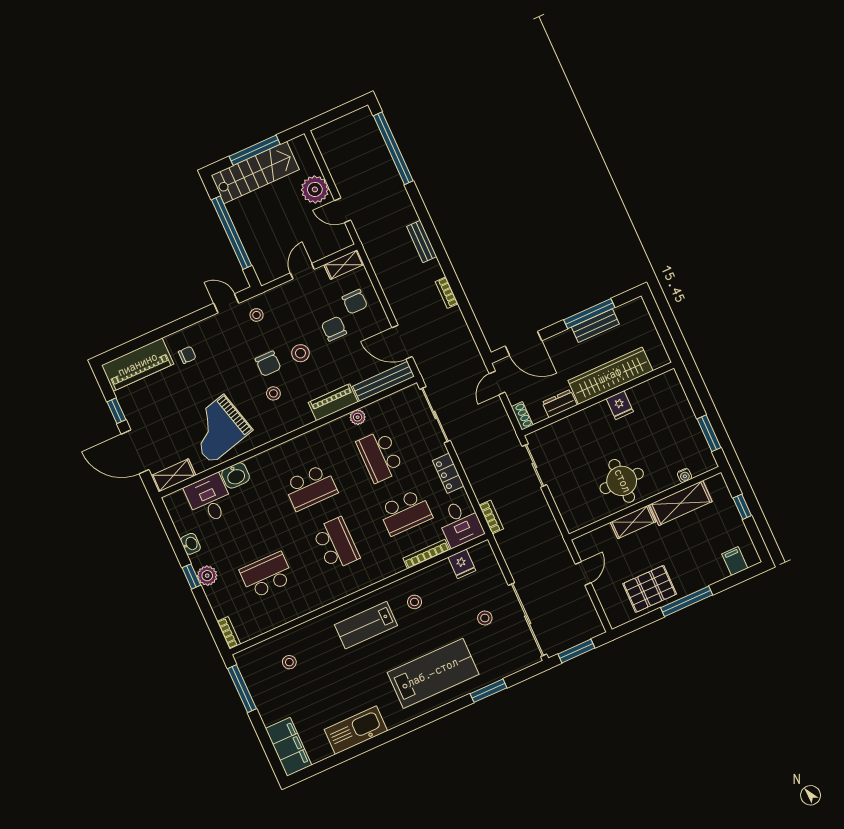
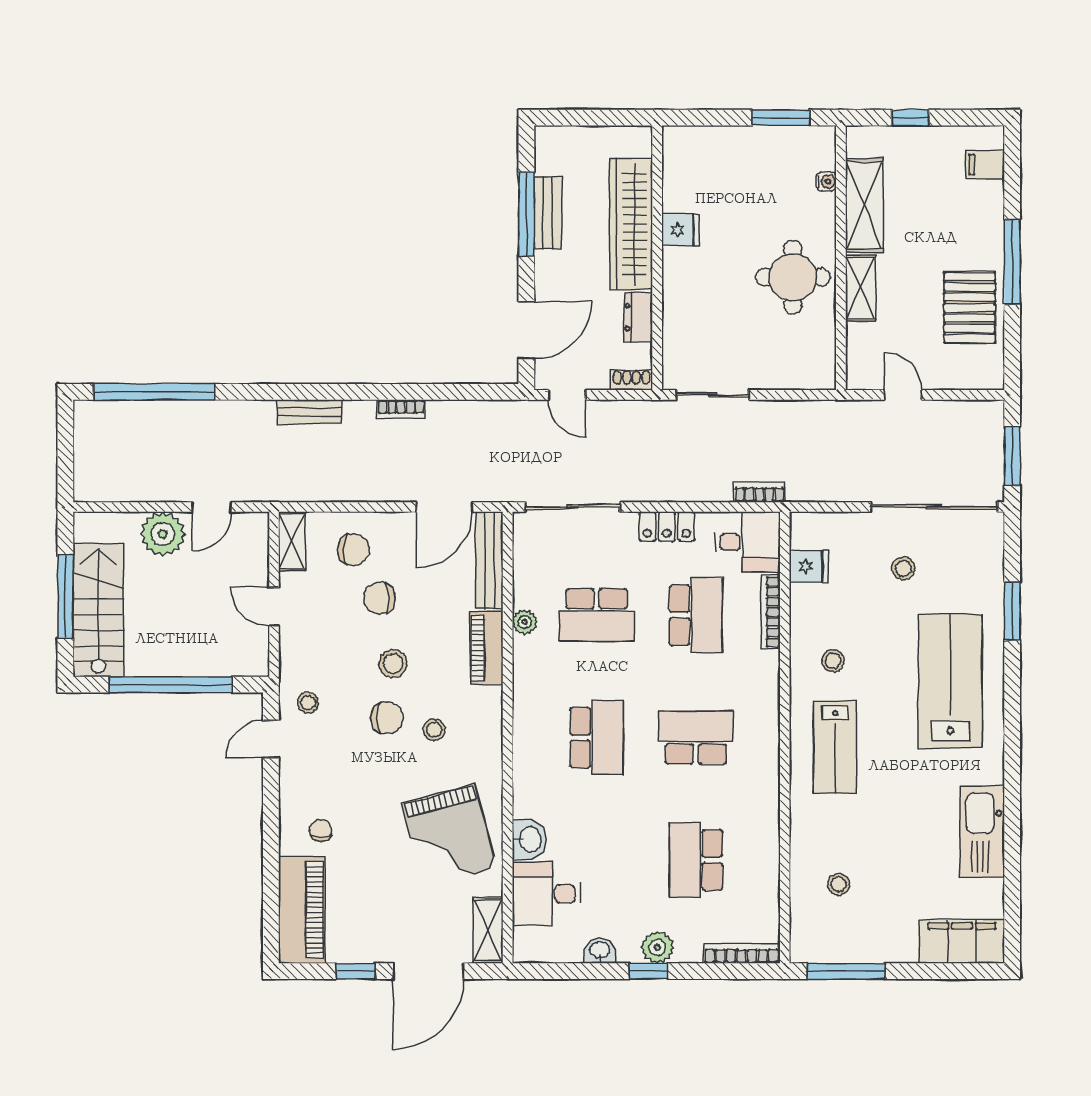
bookcase: (229, 633) -> (742, 953), width x1.56

